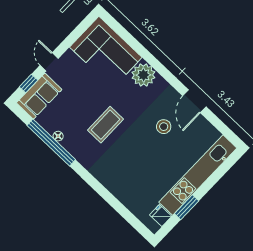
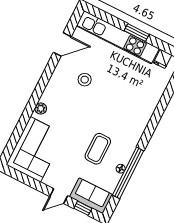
plant: (143, 75) -> (41, 108), width x0.53, depth x0.53
door: (194, 101) -> (62, 44), moved
coffee table: (105, 125) -> (98, 149), moved, turned 90
window: (187, 207) -> (137, 32), moved

